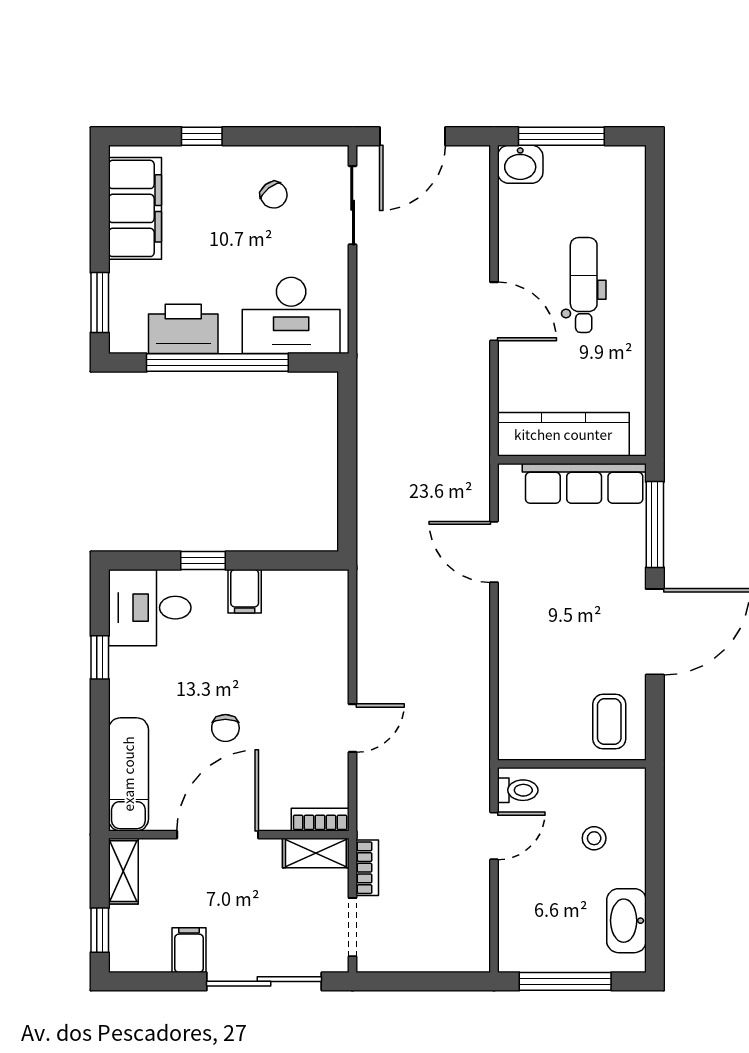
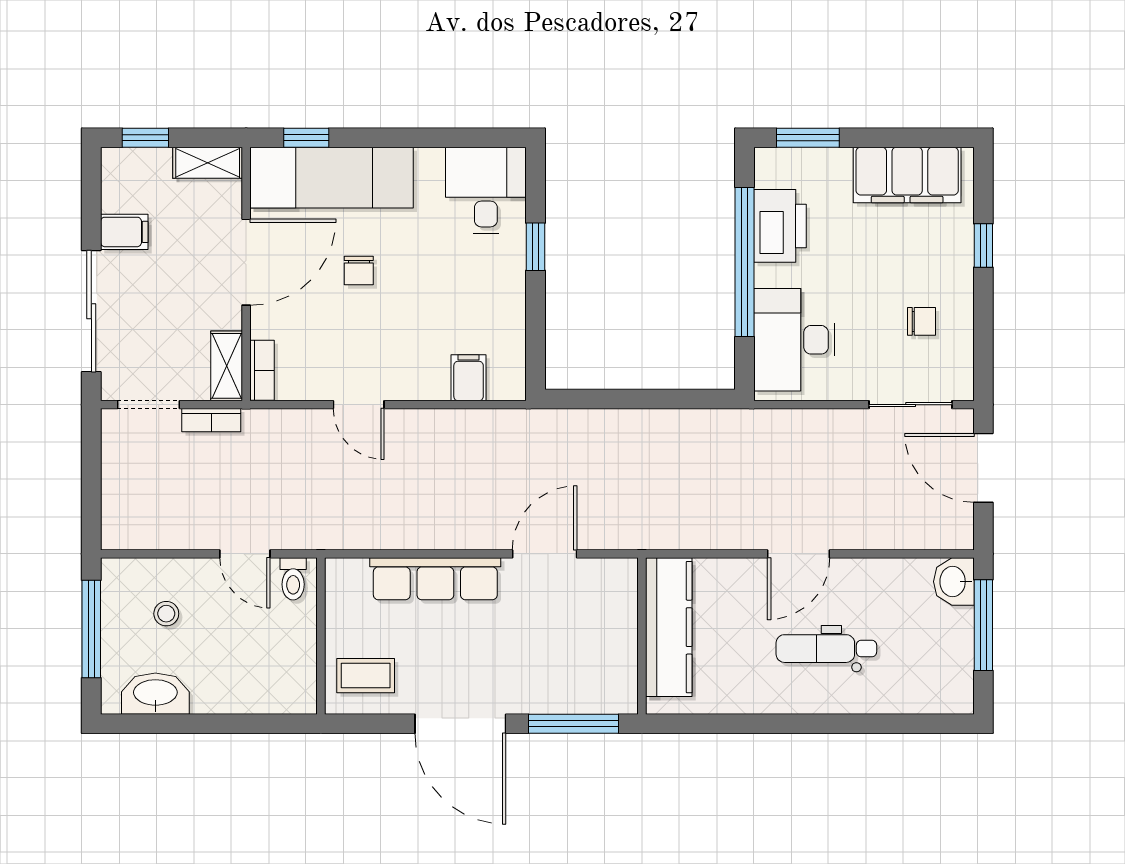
chair: (274, 195) -> (922, 321), turned -142
dental chair: (584, 285) -> (826, 649), turned 180
row of seats: (584, 483) -> (435, 579), moved, turned -90
filing cabinet: (245, 591) -> (469, 378), moved, turned 90
window: (100, 657) -> (306, 138), moved
chair: (225, 728) -> (359, 270), turned -90
exam couch: (128, 774) -> (332, 178), width x1.36, depth x1.45
door: (218, 835) -> (246, 262), hinge flipped
stool: (594, 838) -> (166, 614), moved

